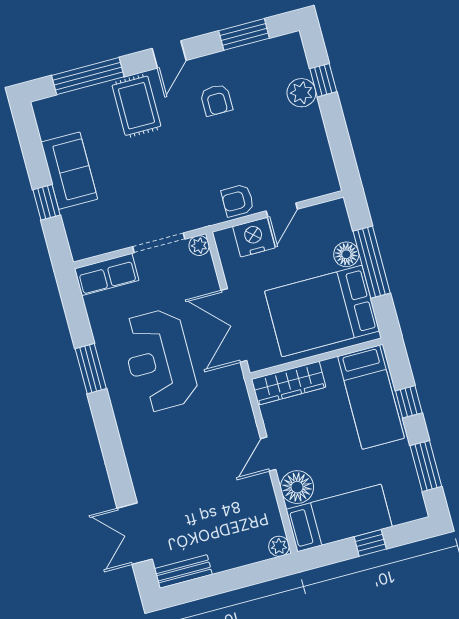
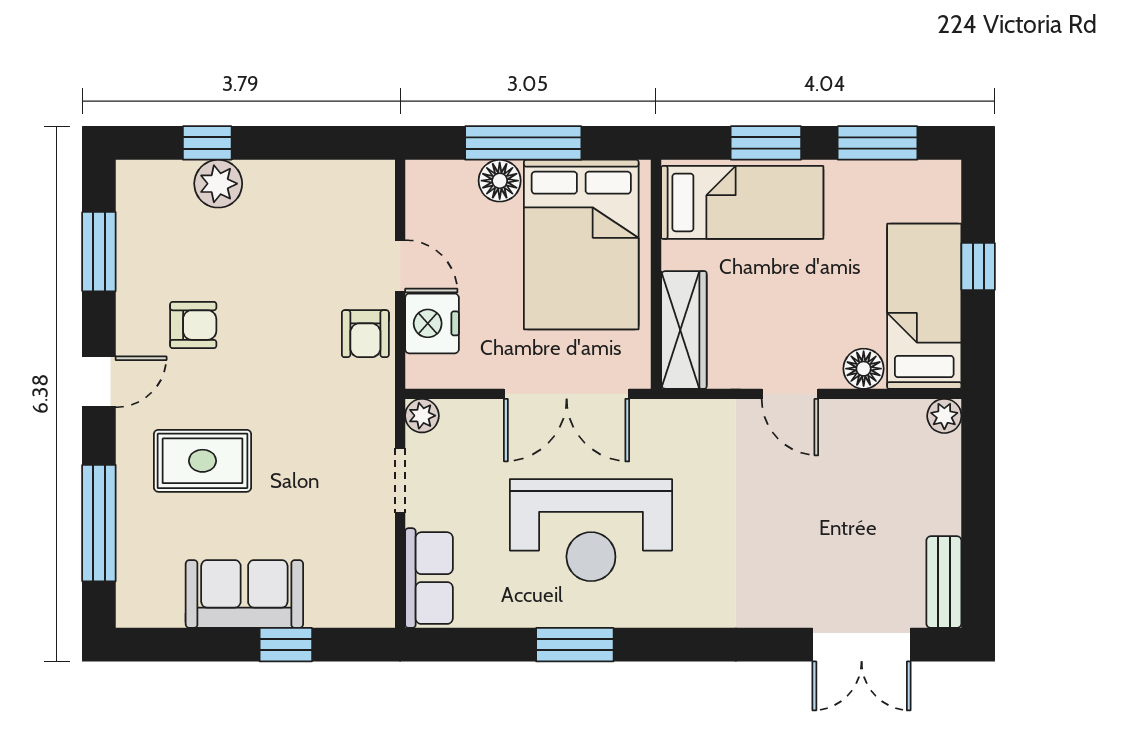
door: (169, 54) -> (99, 382), hinge flipped
rug: (136, 106) -> (203, 461), moved
doorway: (159, 243) -> (400, 480), width x0.73
window: (409, 402) -> (766, 143), width x1.50
floor lamp: (297, 487) -> (864, 369), width x0.73, depth x0.73

